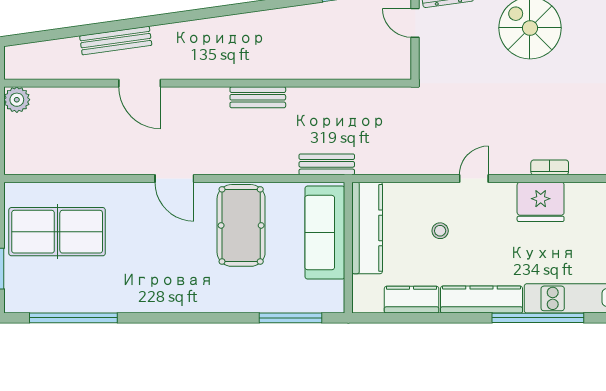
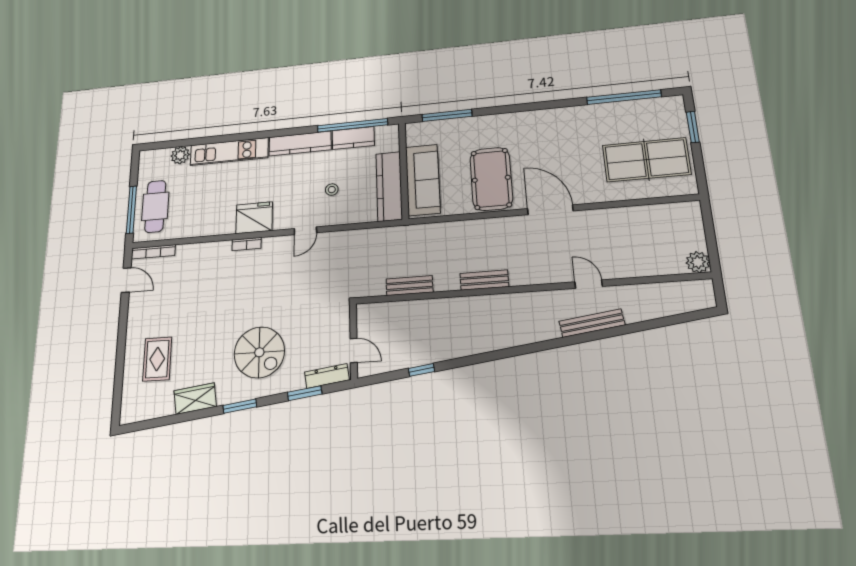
bench: (116, 41) -> (592, 323), moved
door: (140, 83) -> (589, 284), width x0.73
bench: (327, 164) -> (409, 286), moved
door: (174, 178) -> (550, 210), width x1.36
window: (538, 318) -> (352, 125), moved

